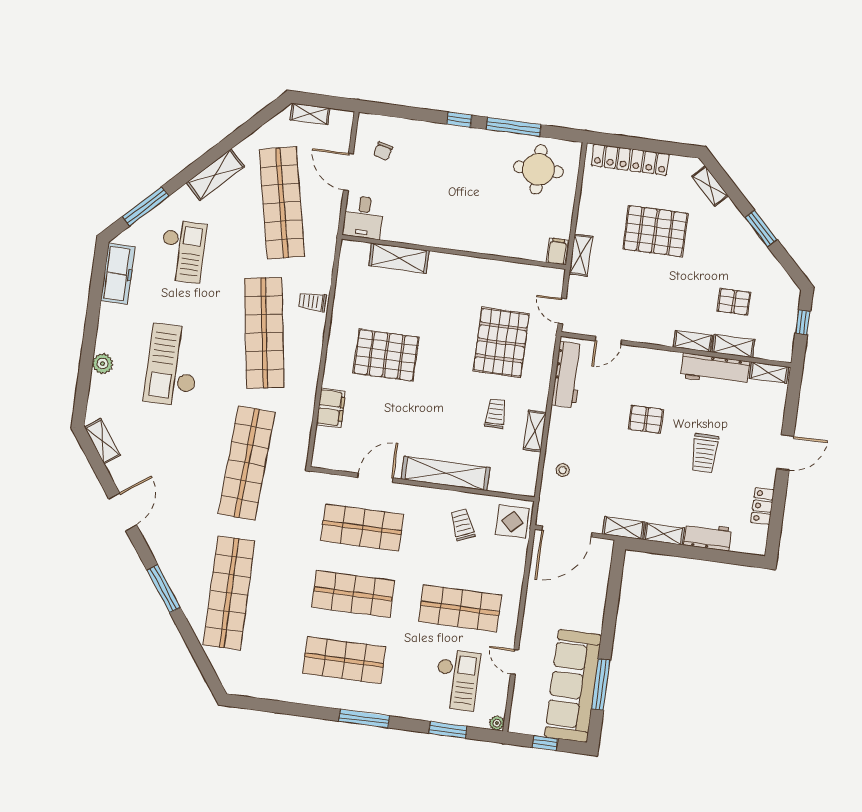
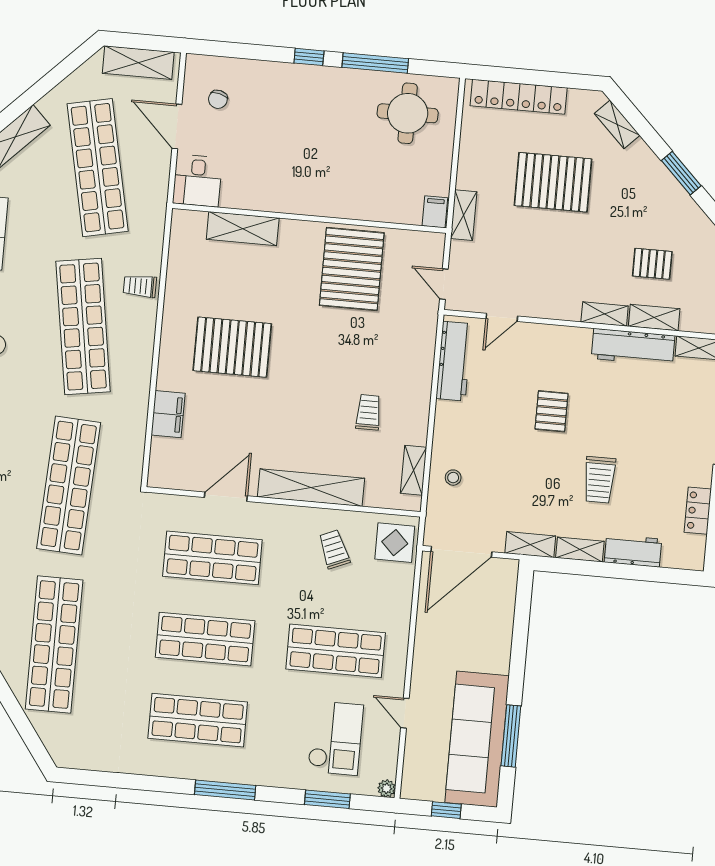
shelving: (310, 114) -> (138, 63), width x1.50, depth x1.33
pallet: (501, 342) -> (352, 269), moved
pallet: (646, 419) -> (551, 411), turned 90
shelving: (535, 431) -> (414, 470), moved
trolley: (705, 453) -> (599, 480), moved

